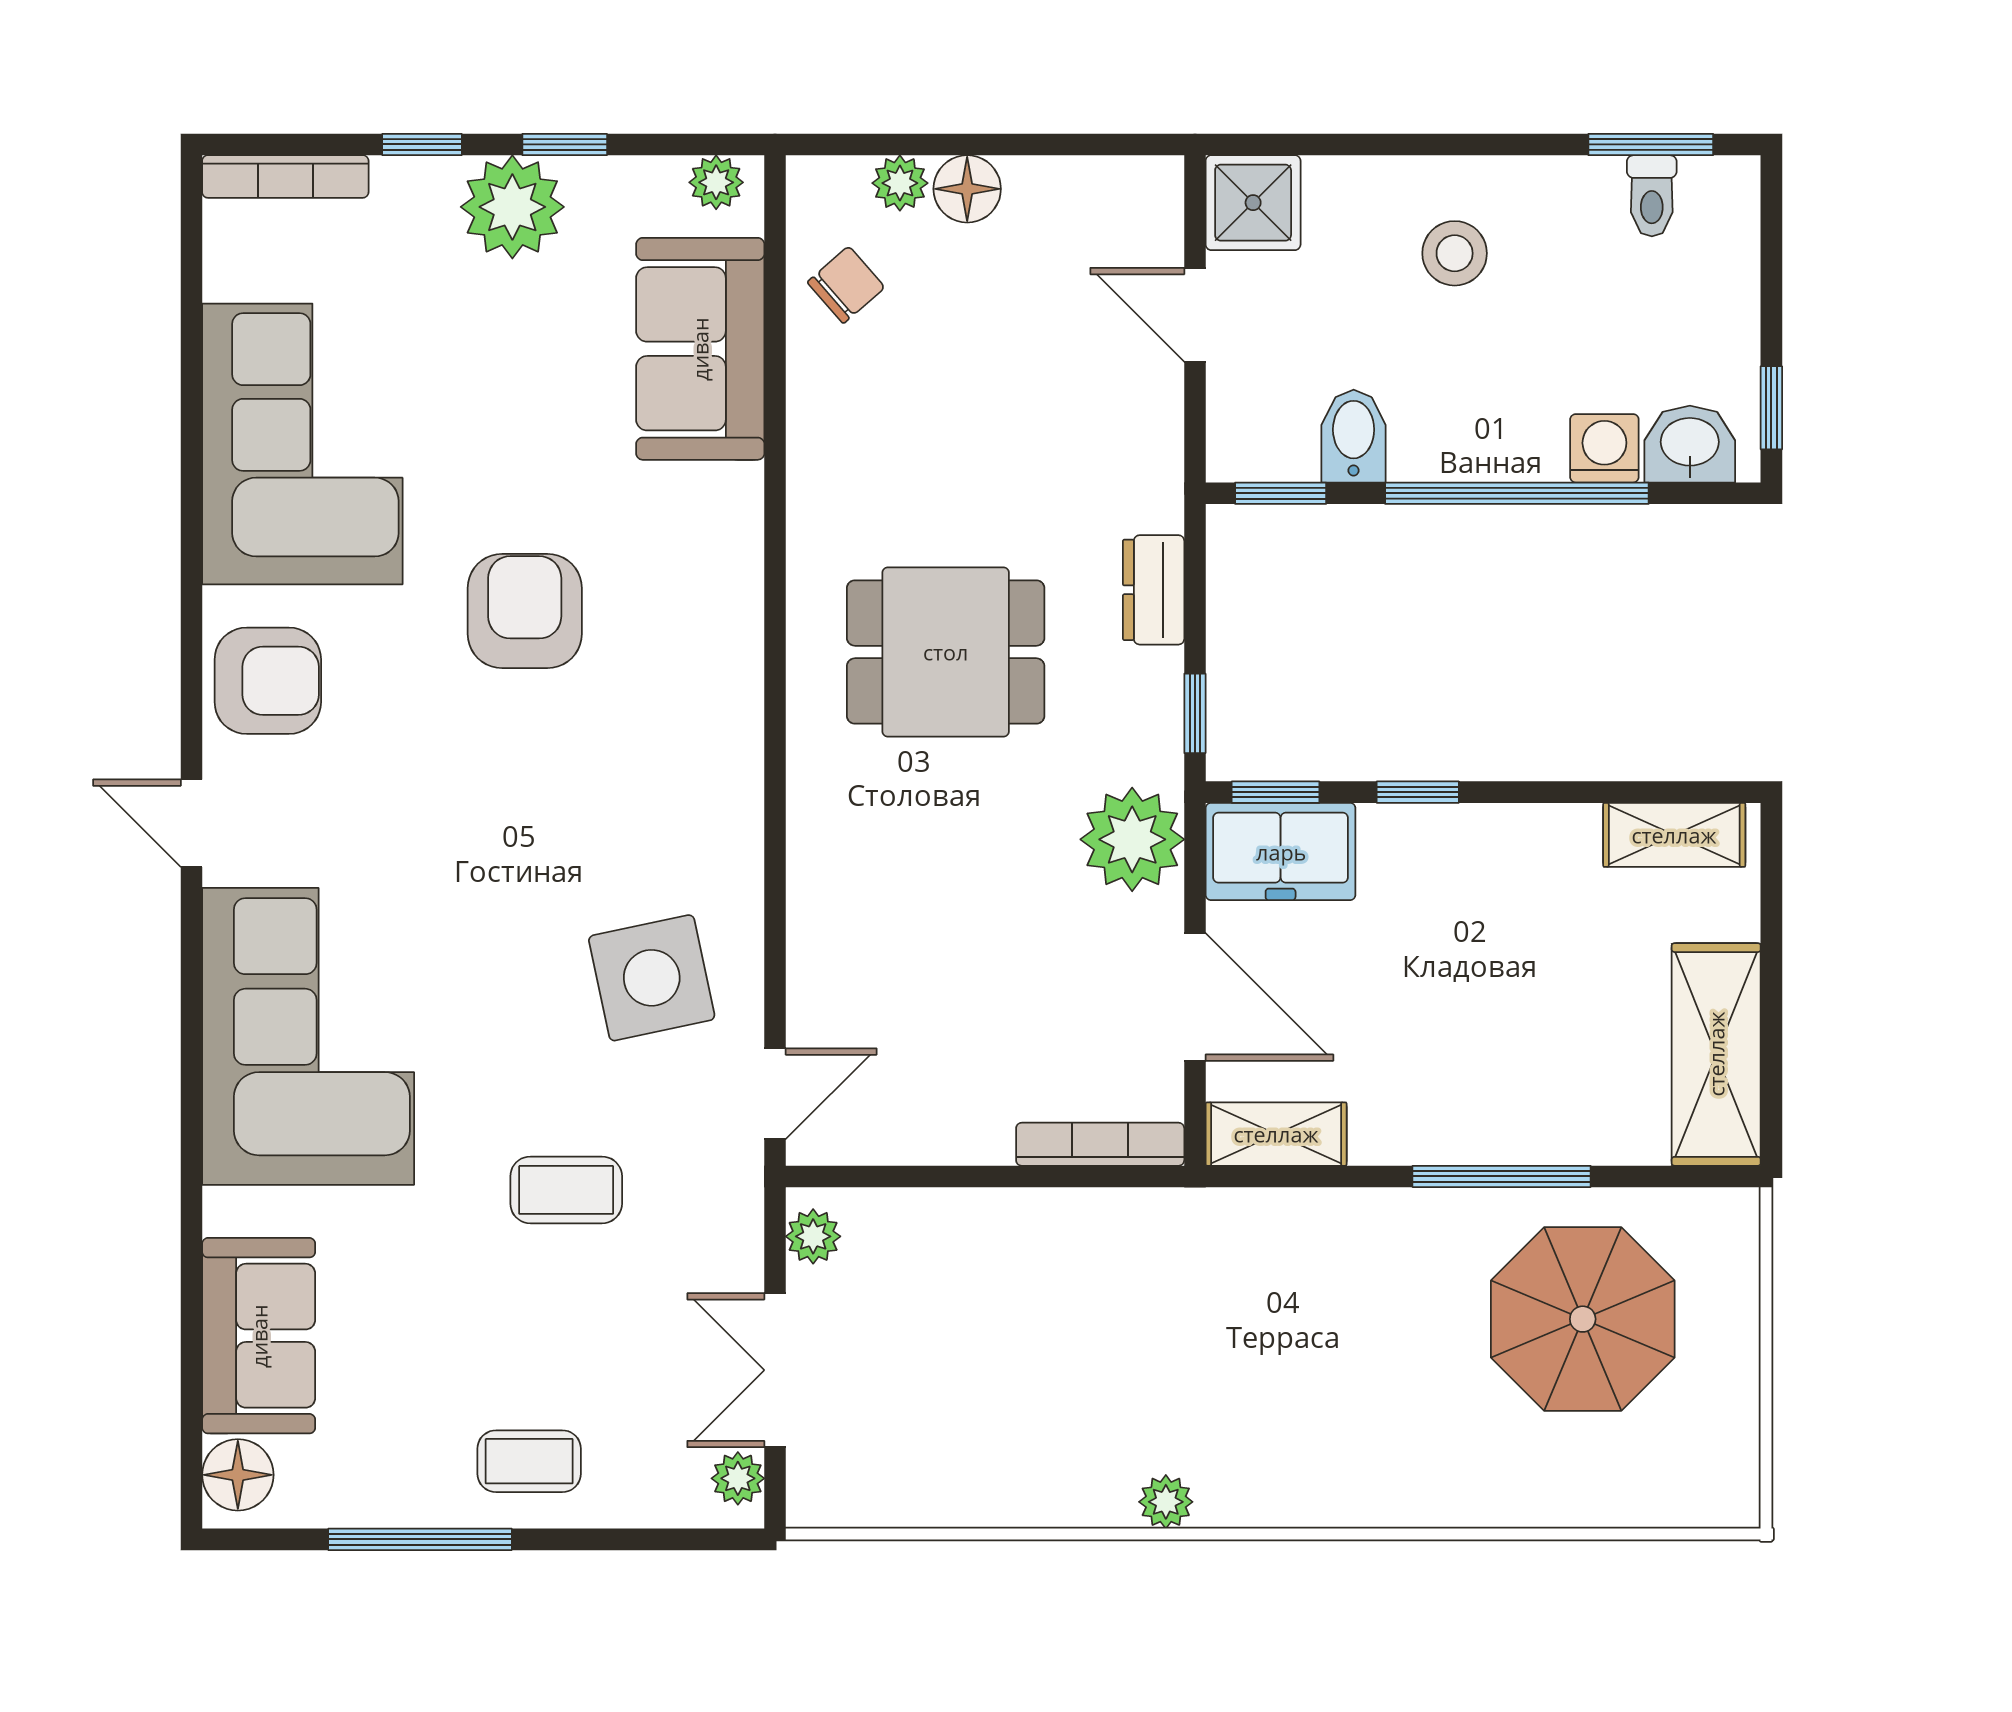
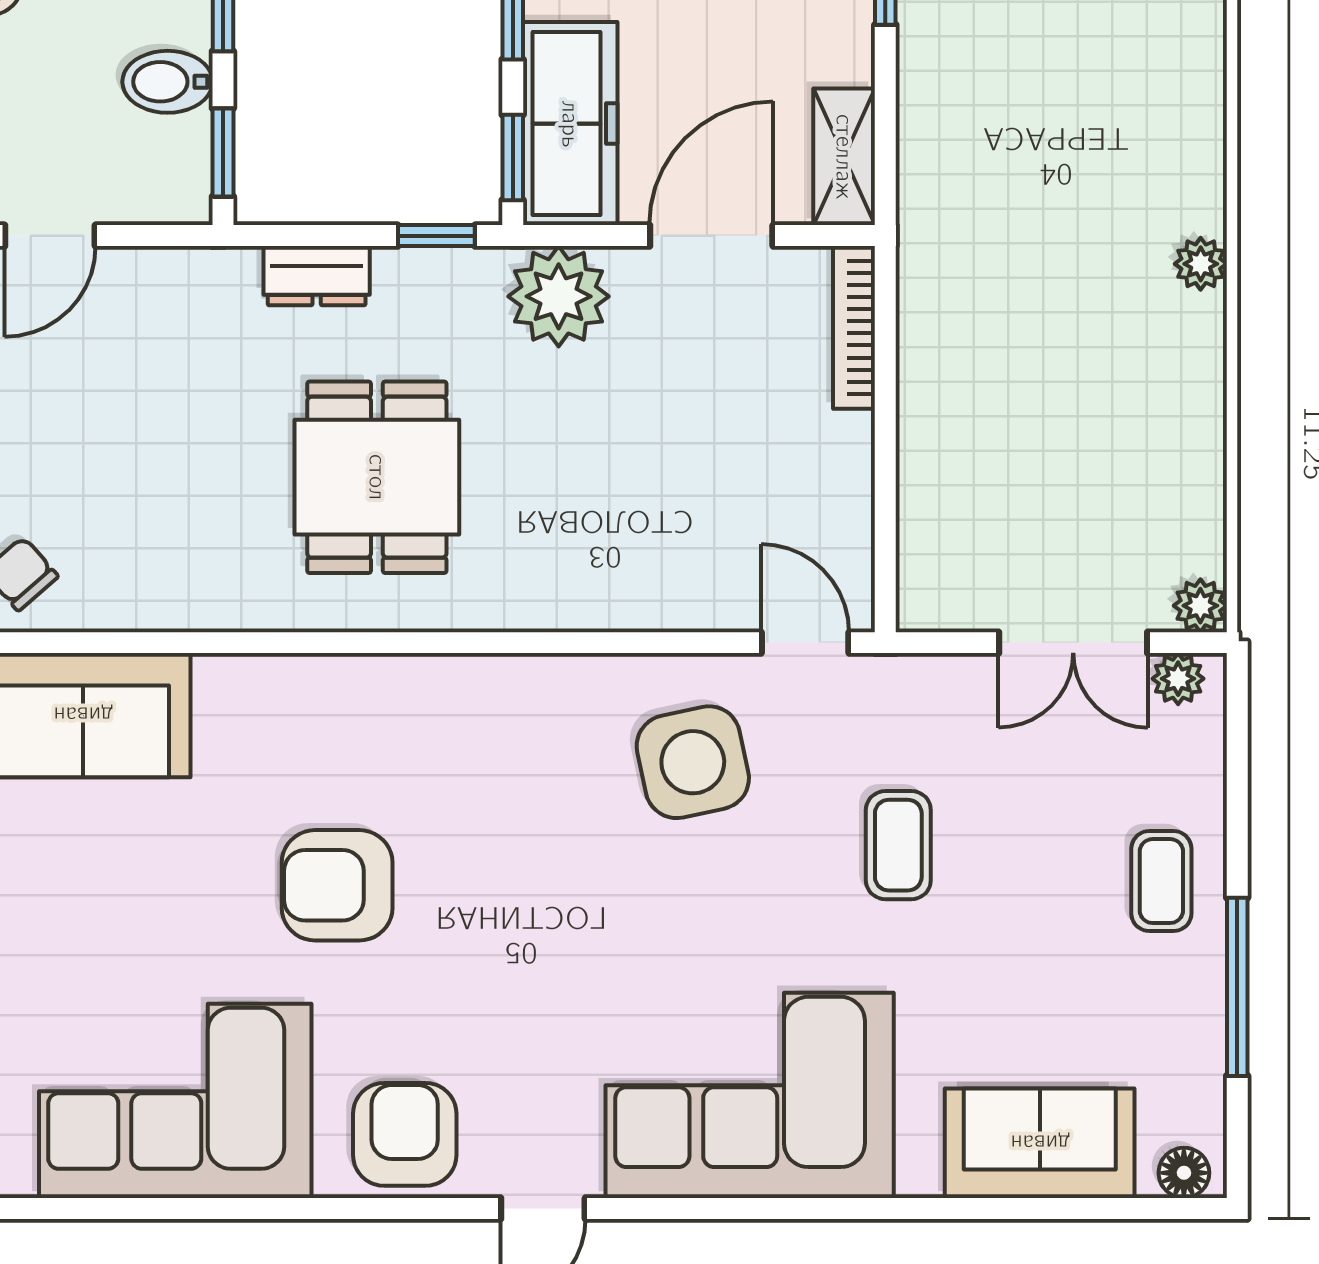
freezer: (1281, 852) -> (570, 124), width x1.40
plant: (813, 1236) -> (1200, 606), moved
floor lamp: (238, 1475) -> (1184, 1173), width x0.73, depth x0.73

